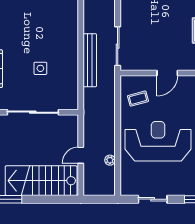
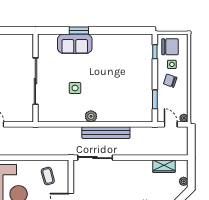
plant: (72, 51) -> (91, 116), added
bench: (90, 60) -> (106, 133), moved

